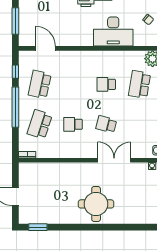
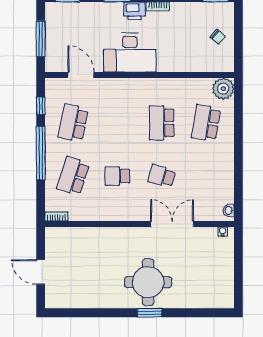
desk: (113, 32) -> (130, 53), moved
school desk: (106, 84) -> (162, 123), width x1.85
window: (38, 227) -> (150, 313), moved

